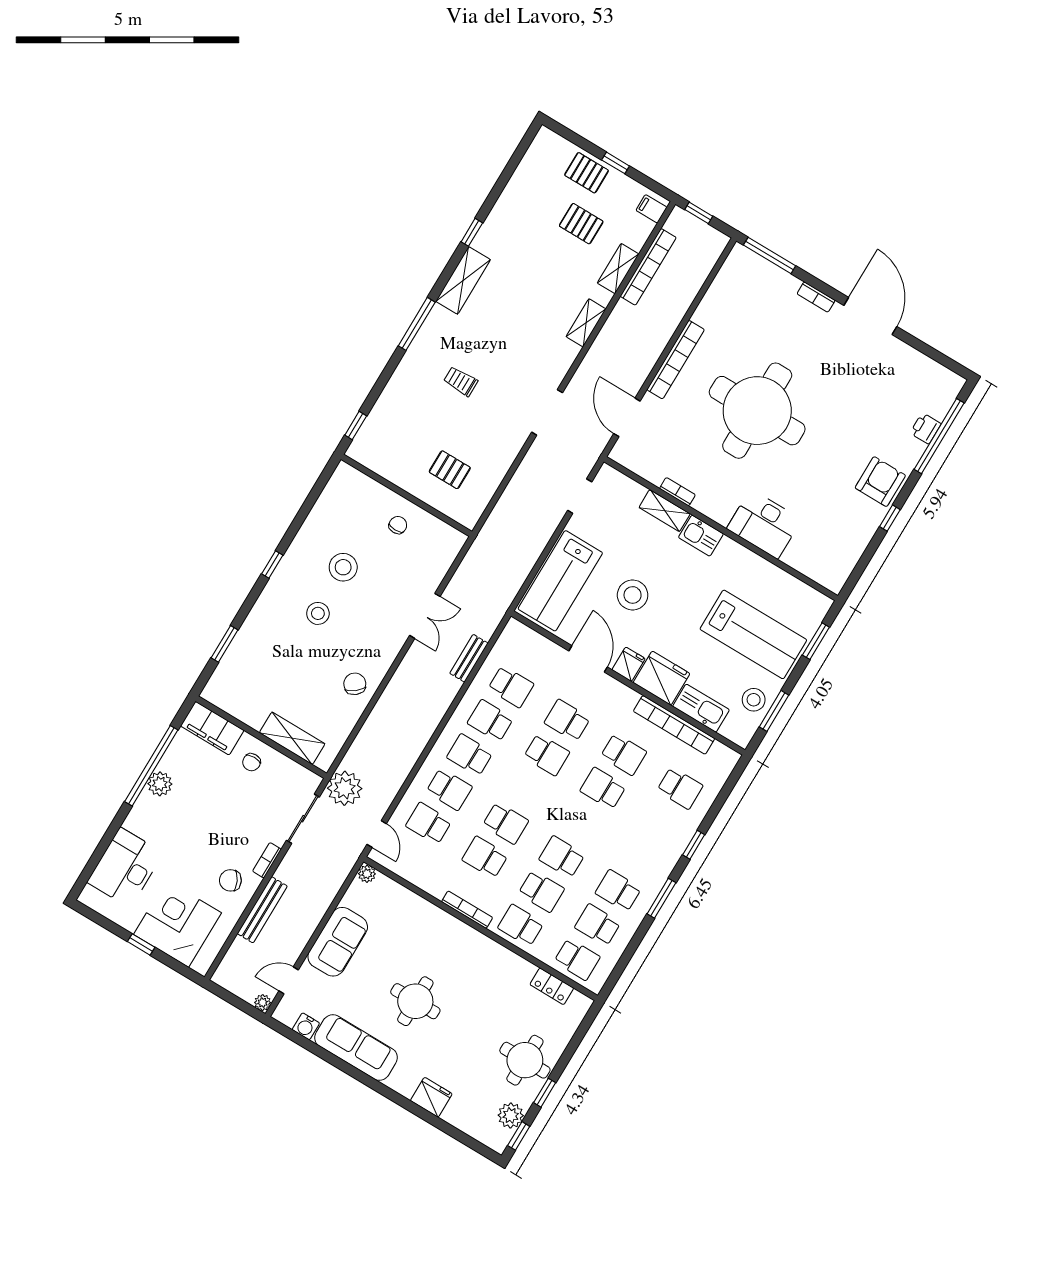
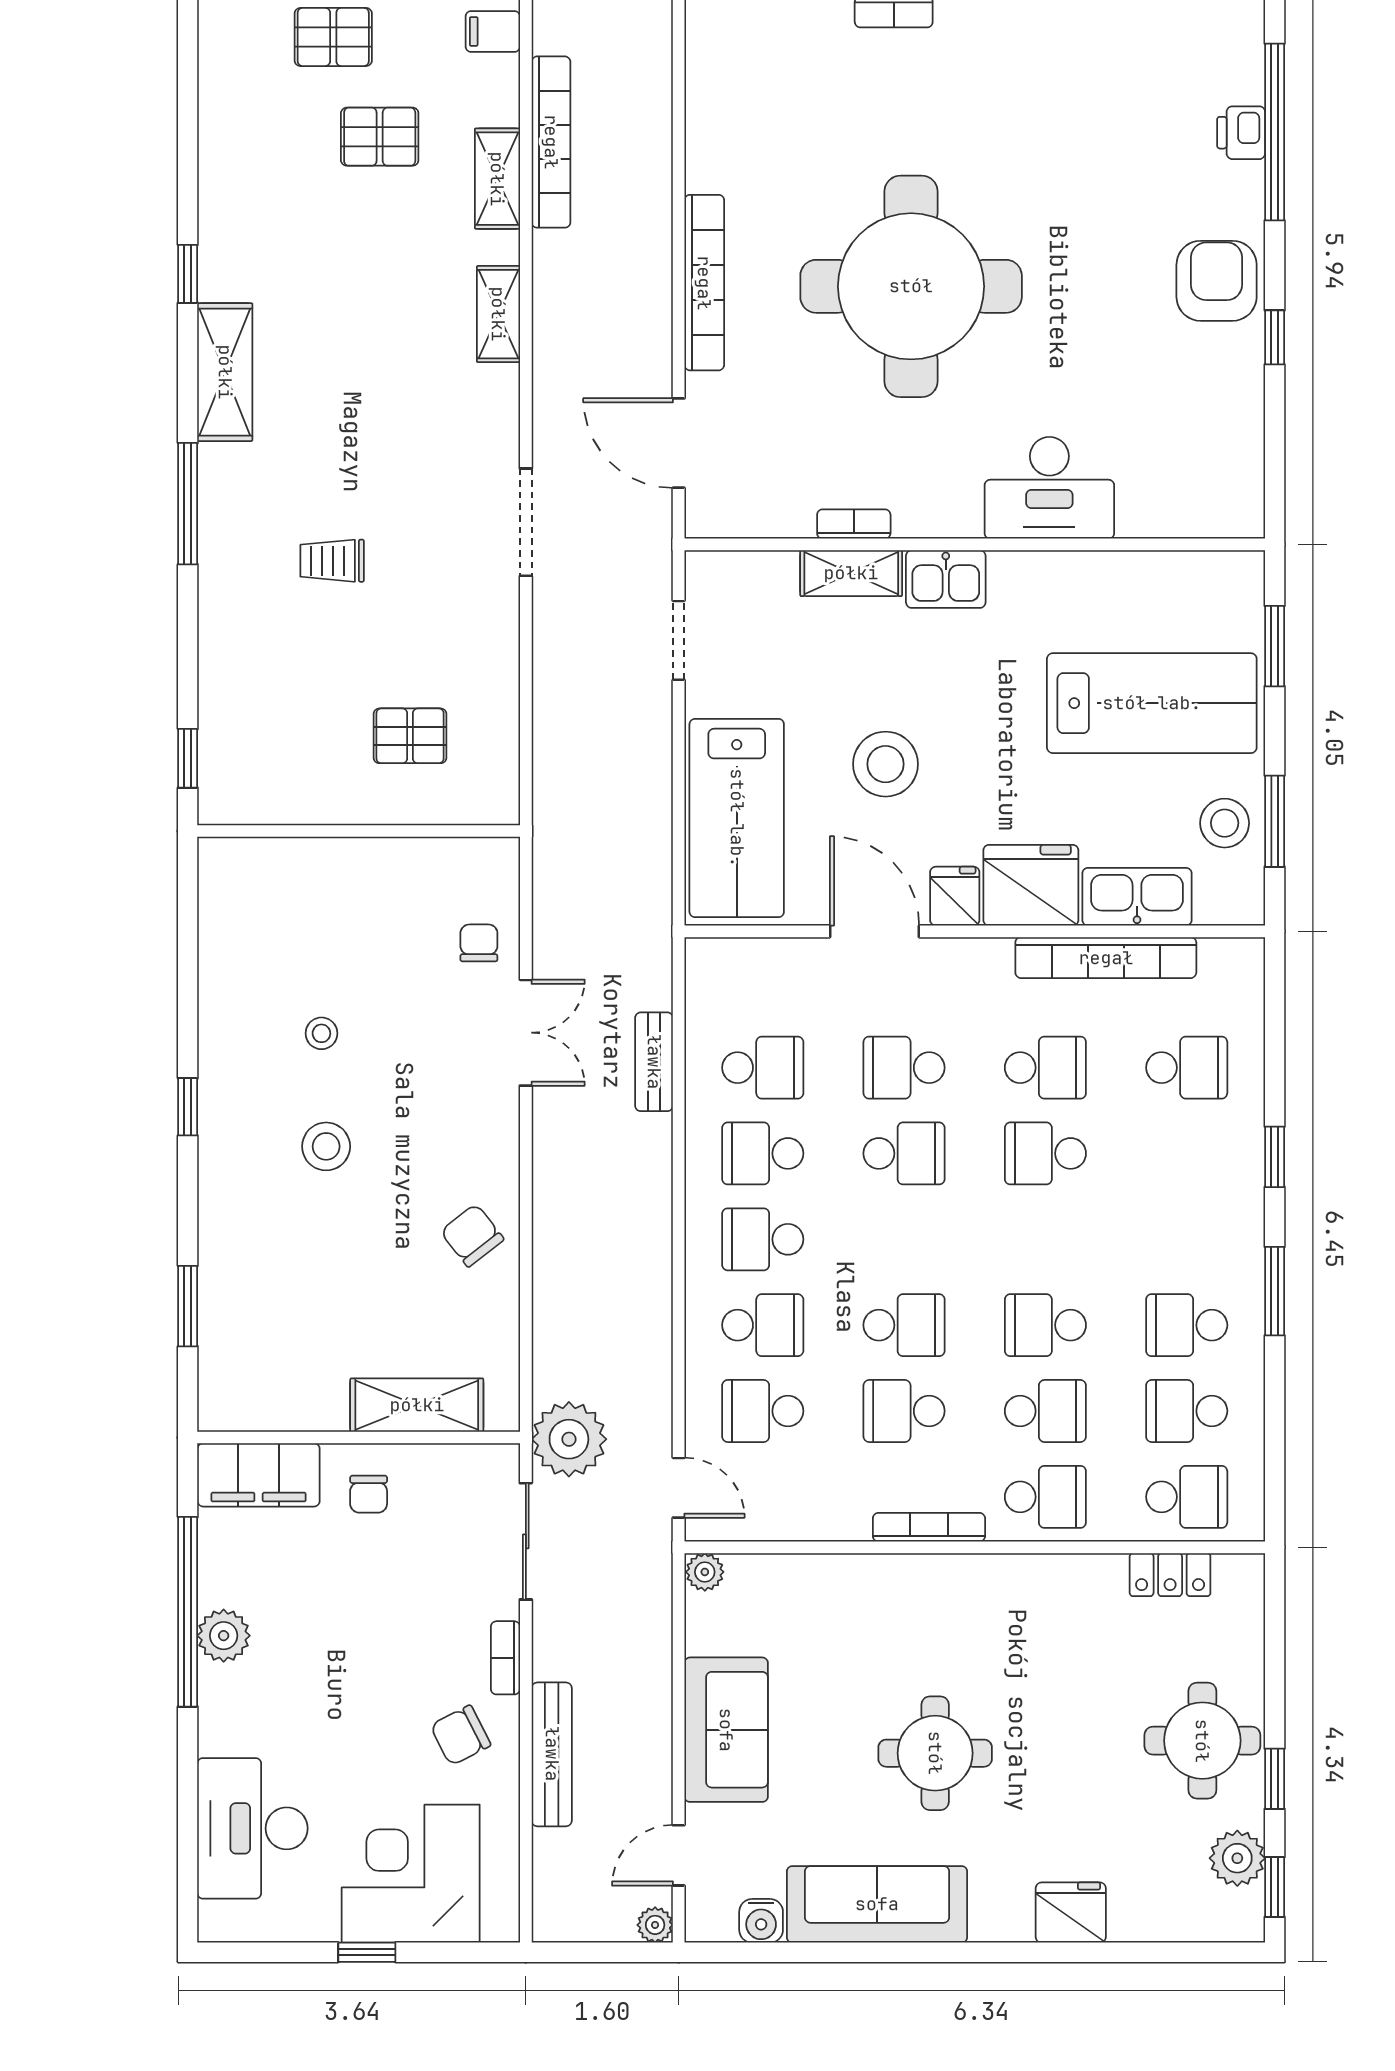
chair: (398, 525) -> (479, 943), moved
stool: (343, 567) -> (321, 1033), width x0.53, depth x0.53
school desk: (521, 925) -> (1045, 1497), turned 180

